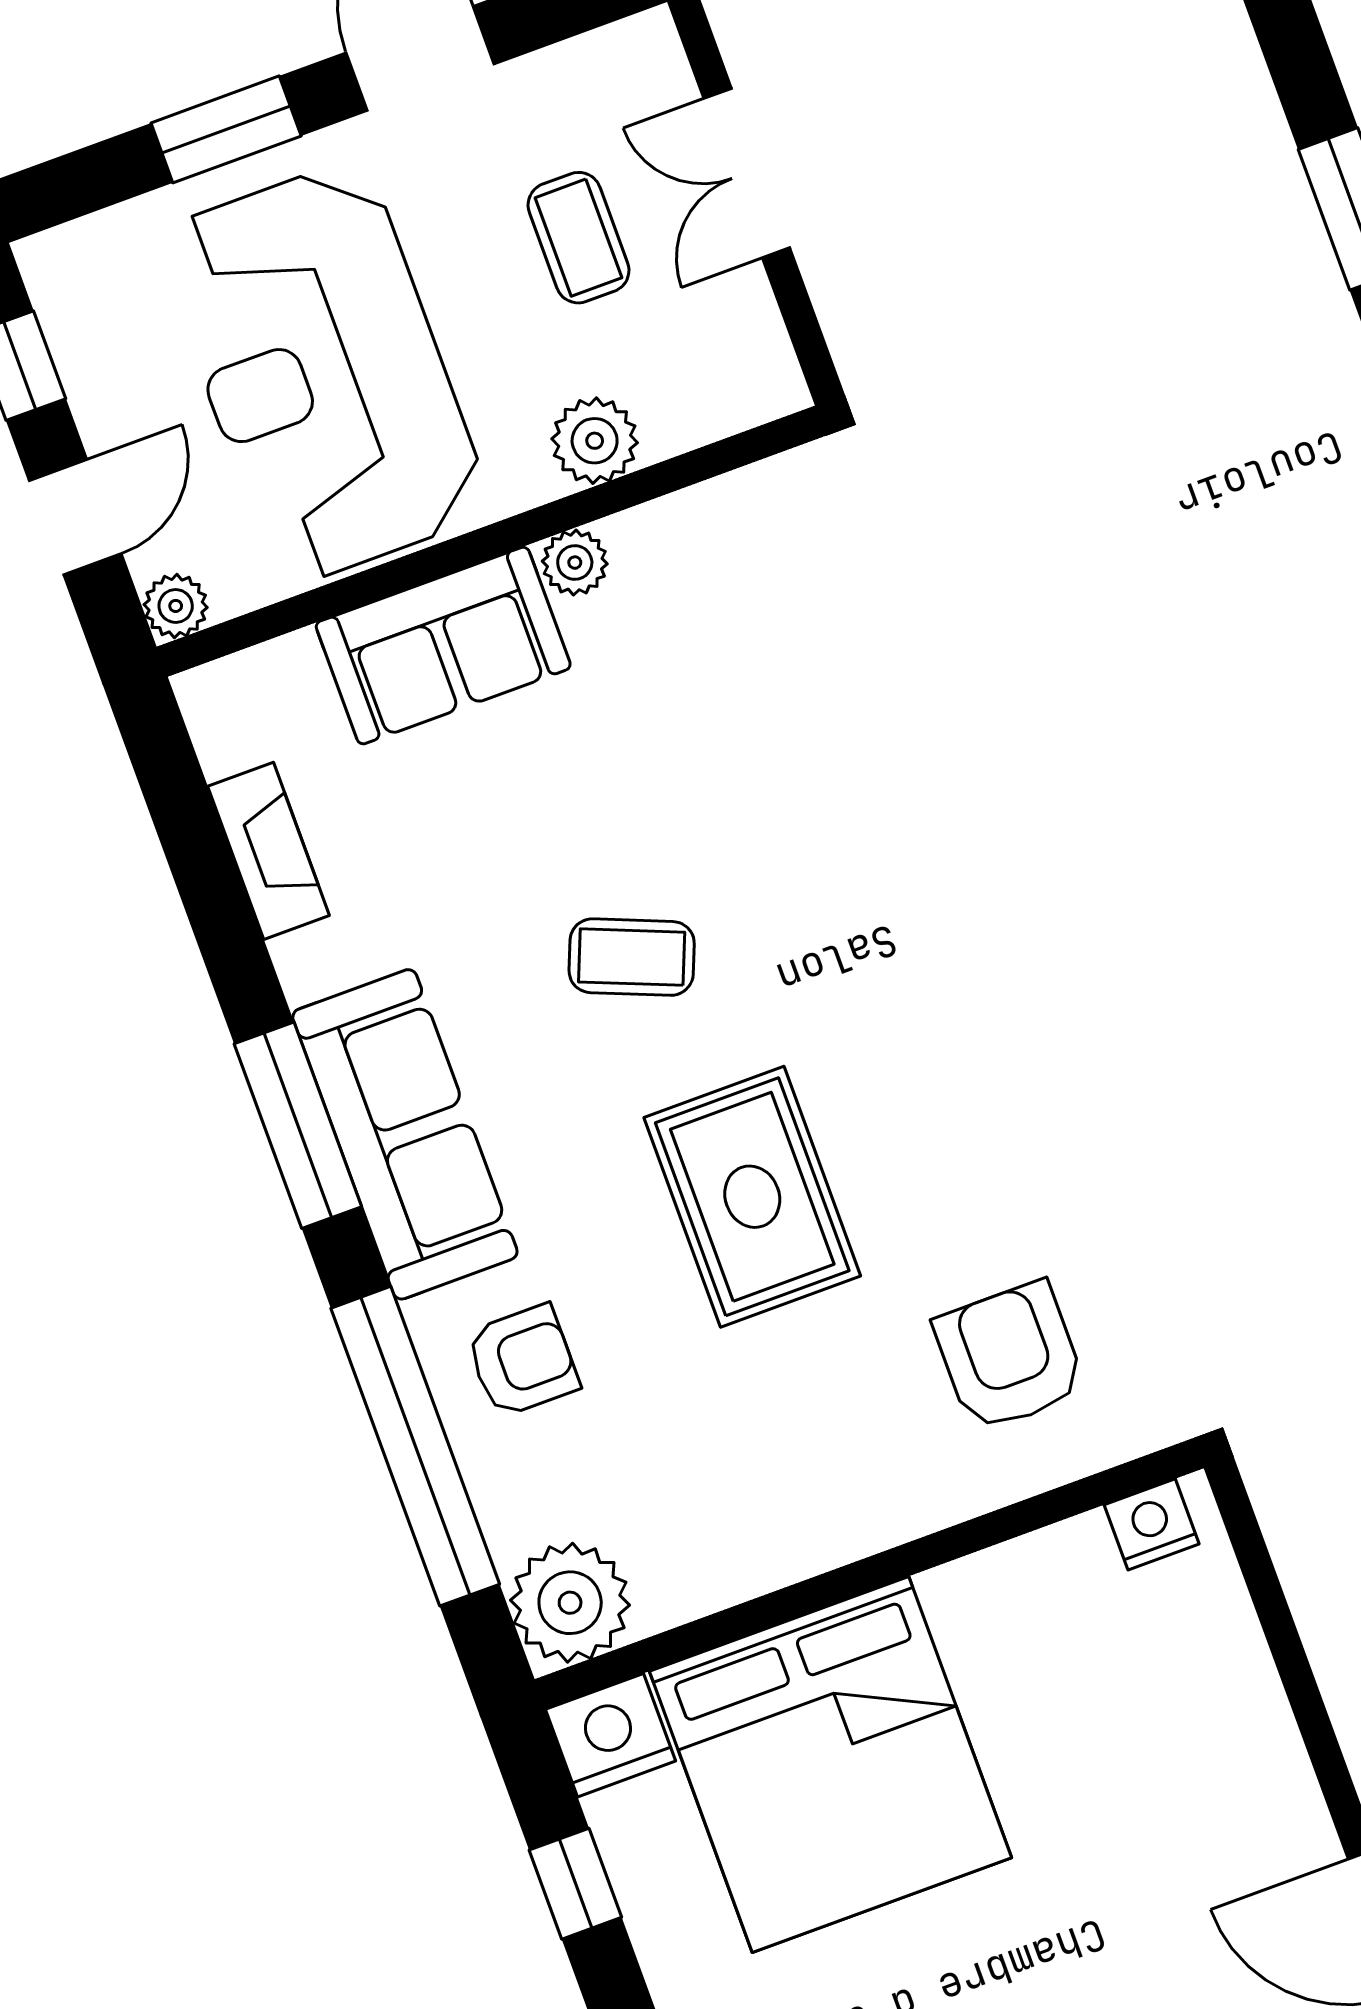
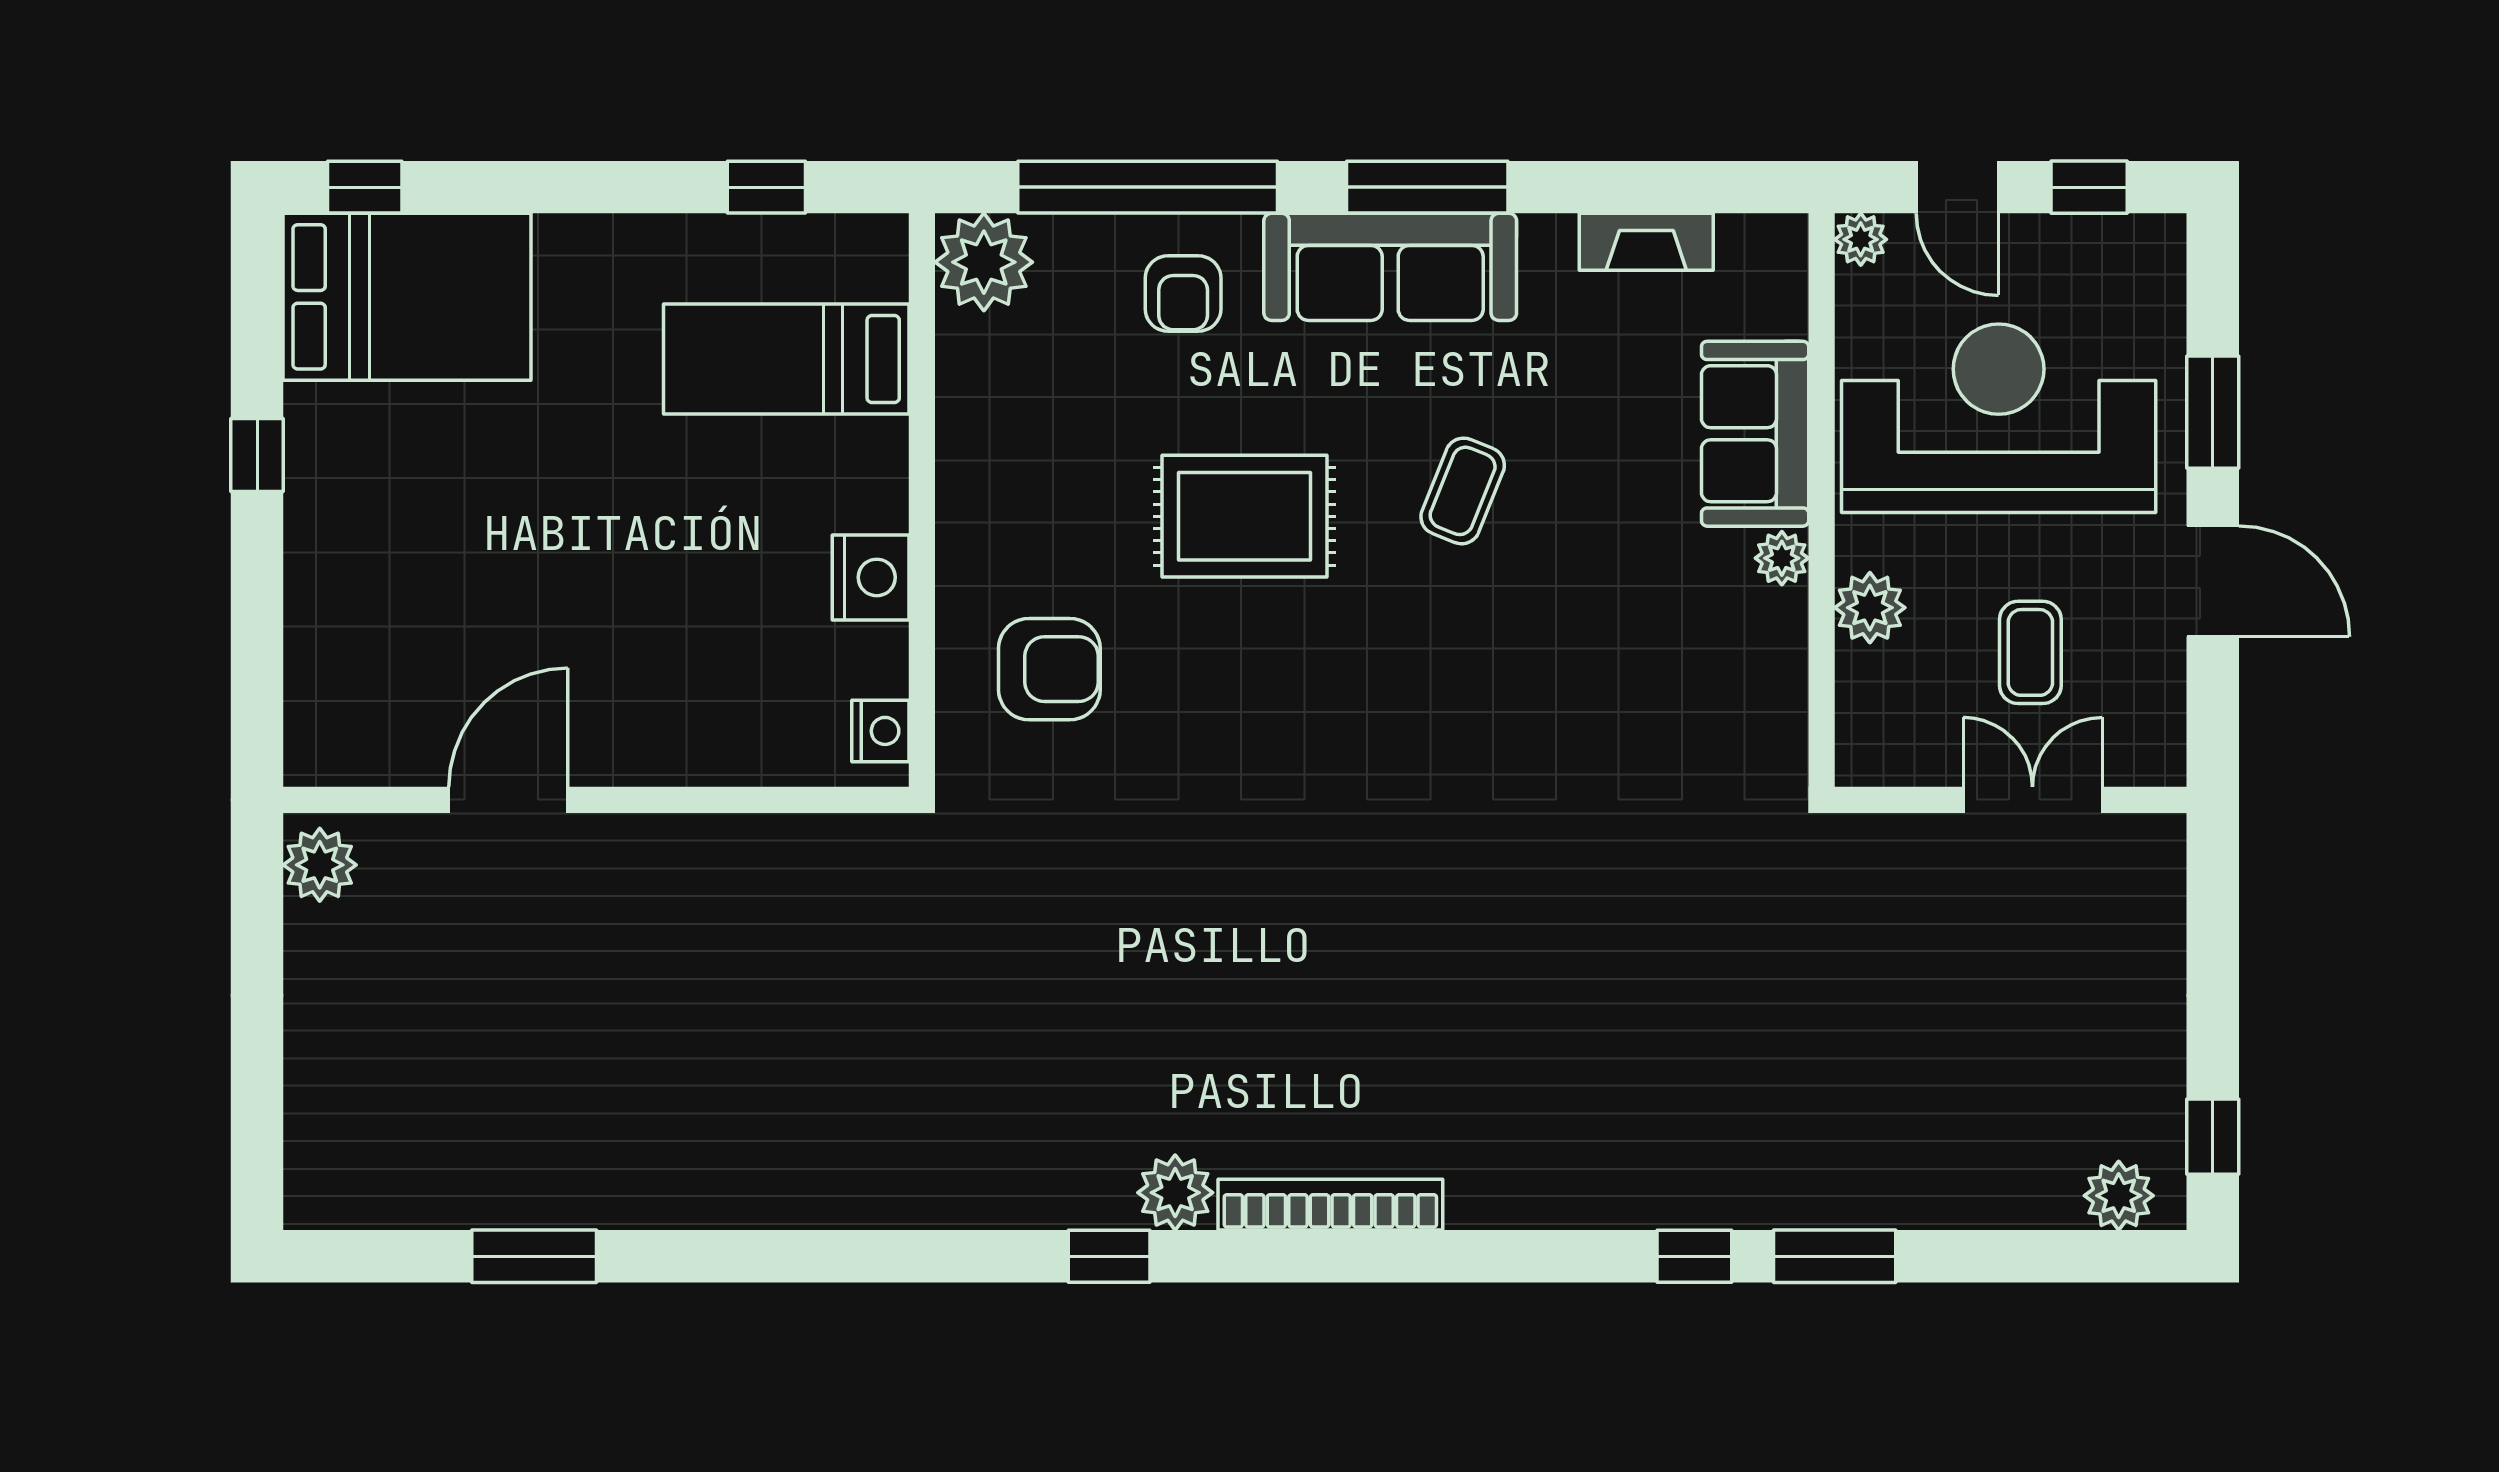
coffee table: (579, 238) -> (2030, 652), turned 90
nightstand: (611, 1735) -> (871, 577), moved
bed: (830, 1765) -> (786, 359), width x0.49

